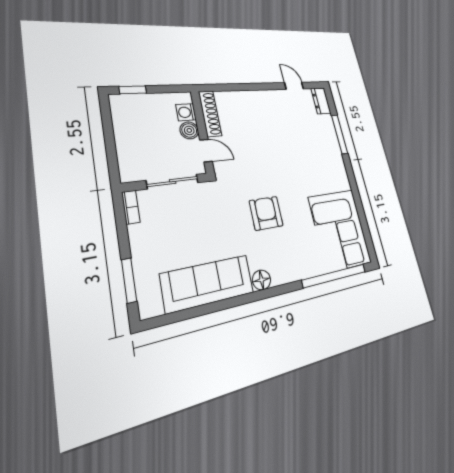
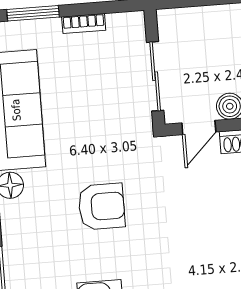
bookcase: (131, 207) -> (84, 23), moved

